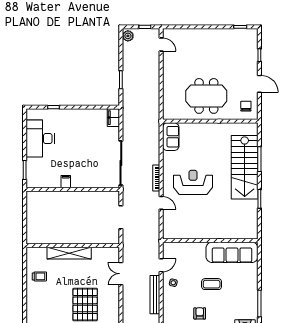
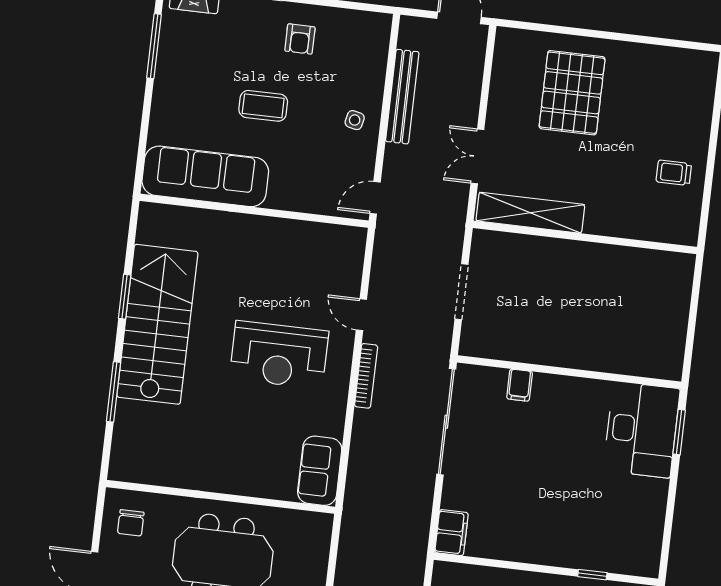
desk: (40, 139) -> (642, 430), moved
stairs: (245, 167) -> (157, 324), moved
filing cabinet: (66, 182) -> (520, 385), moved
shelving: (69, 253) -> (530, 213), moved
door: (161, 265) -> (375, 198), moved
double door: (121, 274) -> (477, 156), swing flipped

